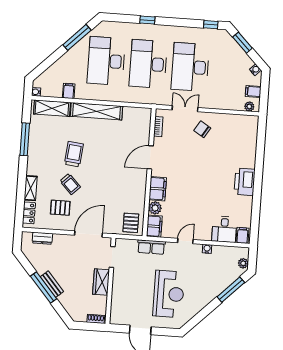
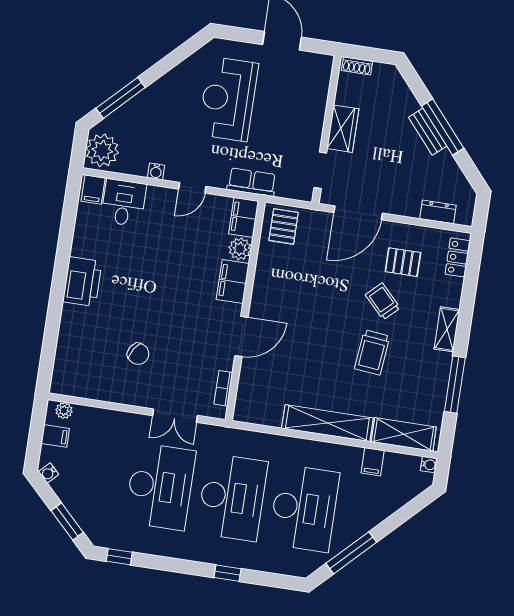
chair: (202, 129) -> (138, 354), moved
shelving: (31, 188) -> (447, 329), moved
plant: (243, 263) -> (102, 150), width x1.88, depth x1.88

